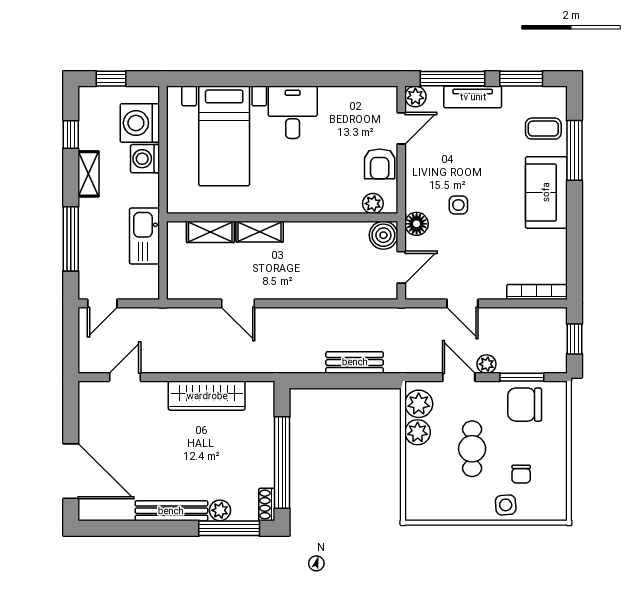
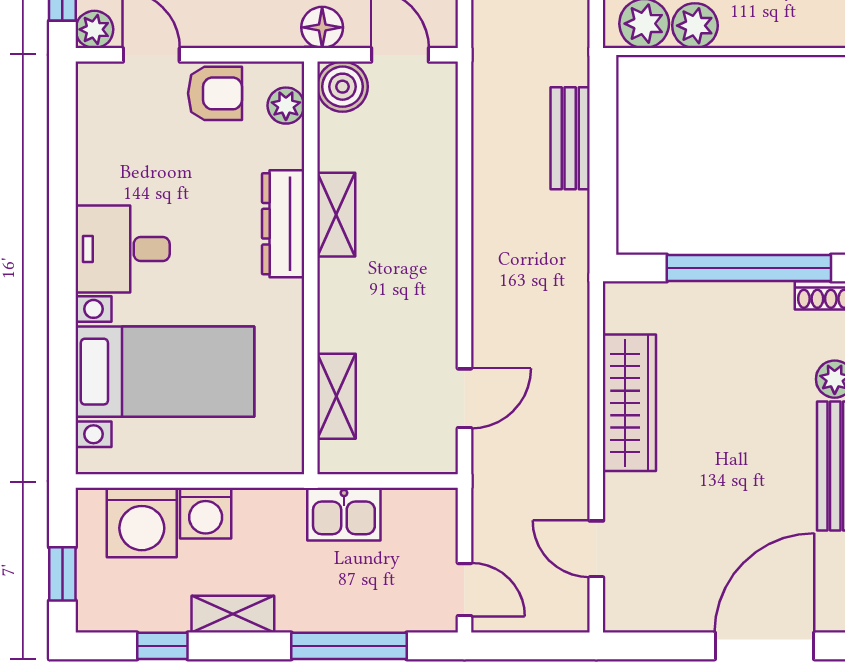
dresser: (307, 202) -> (283, 224), added
shelving: (260, 232) -> (336, 215), moved
kitchen sink: (144, 236) -> (344, 514), width x0.73
door: (238, 303) -> (464, 398), moved

